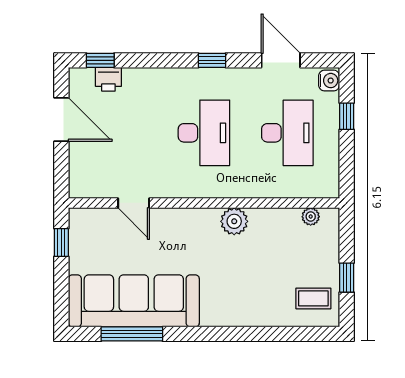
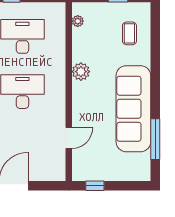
coffee table: (313, 298) -> (129, 33), moved
sofa: (134, 301) -> (133, 109), moved

